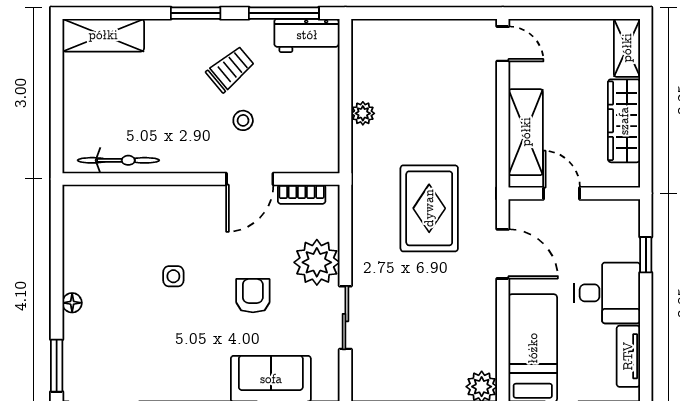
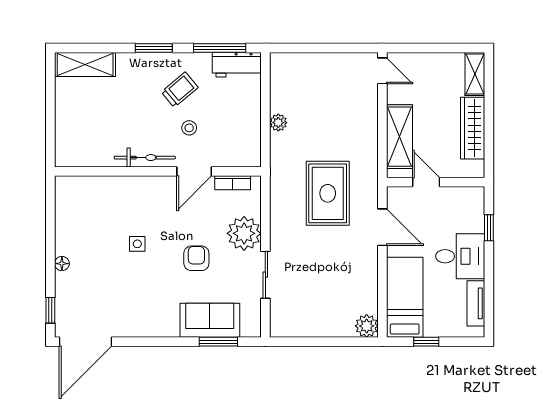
bicycle: (118, 160) -> (145, 158), moved
window: (57, 366) -> (50, 310), width x0.67

